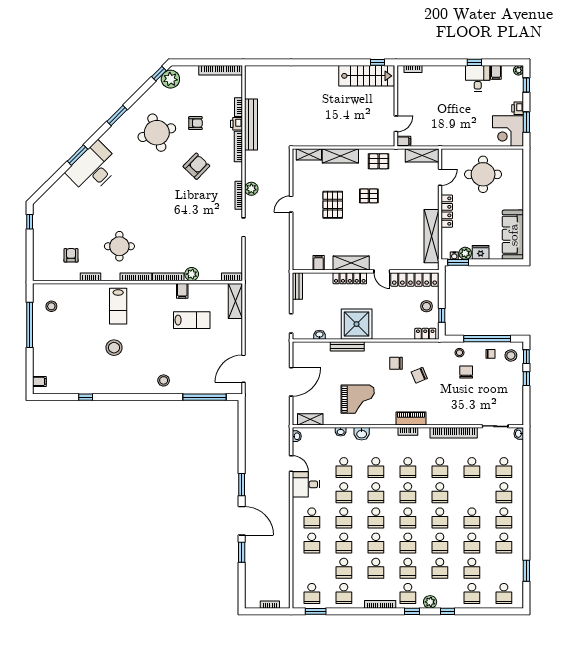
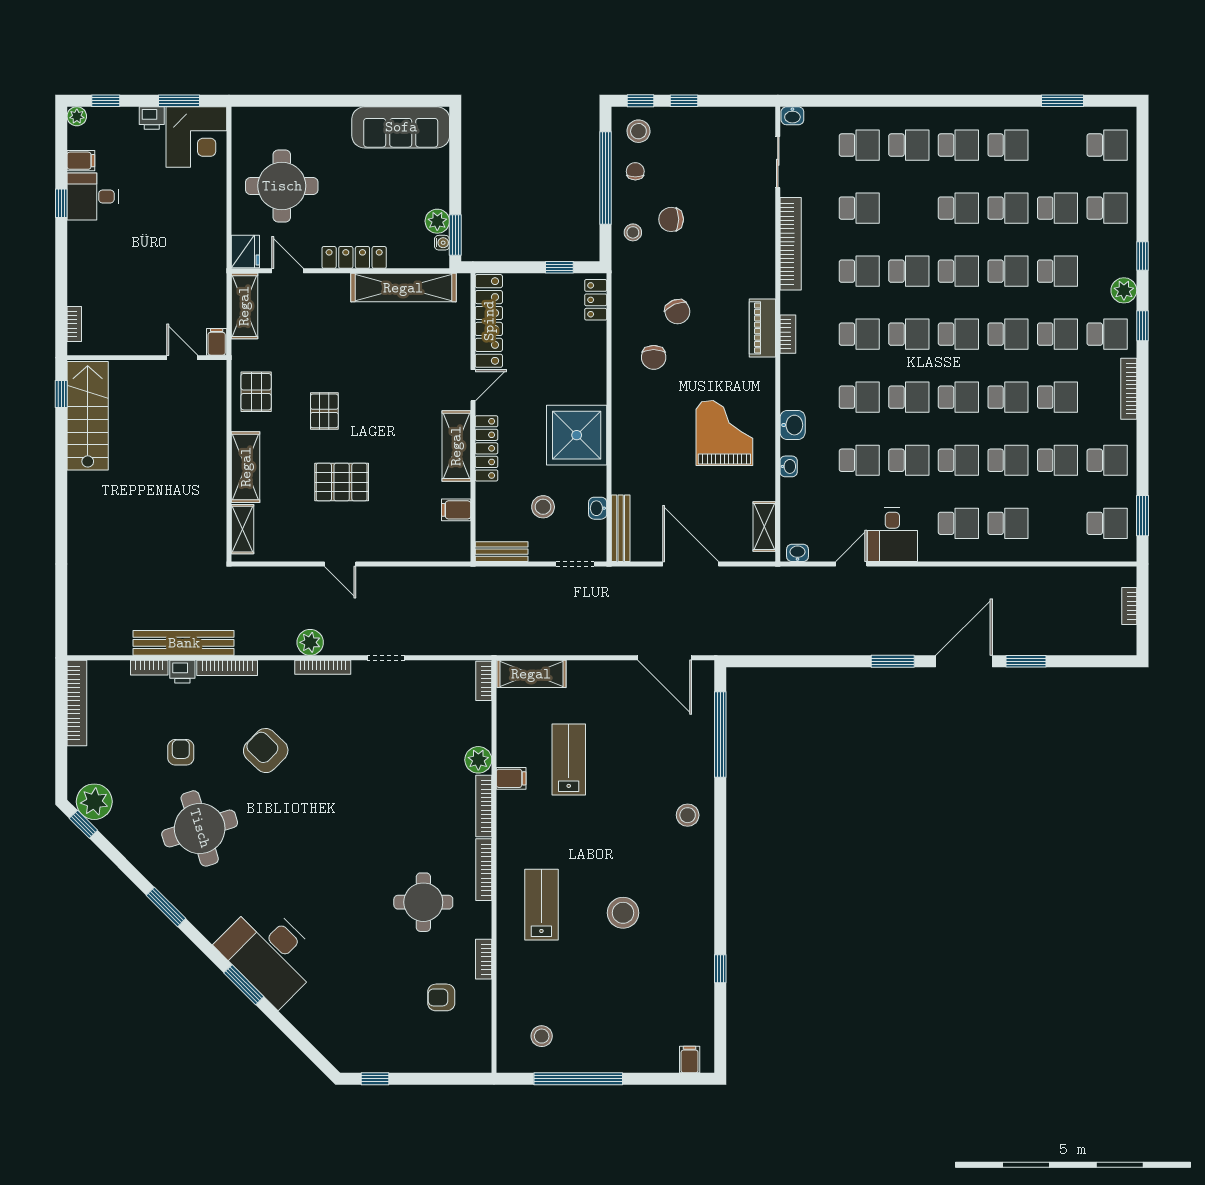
fridge: (481, 252) -> (245, 252), moved, turned 180
lab bench: (118, 306) -> (541, 905), turned -90
stool: (426, 306) -> (543, 507), moved
bench: (347, 346) -> (621, 528), moved

